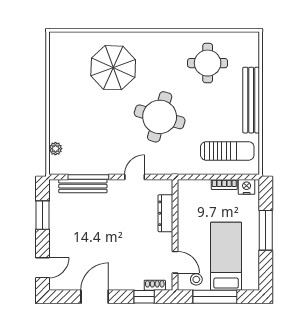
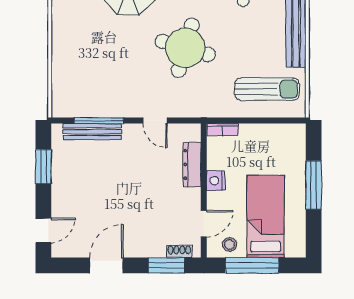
plant: (55, 149) -> (59, 86), removed
door: (135, 177) -> (155, 121), swing flipped
bookcase: (224, 185) -> (222, 130), moved
nightstand: (247, 187) -> (216, 181), moved, turned -90
door: (175, 262) -> (204, 224), hinge flipped
window: (144, 297) -> (166, 265), width x1.50

